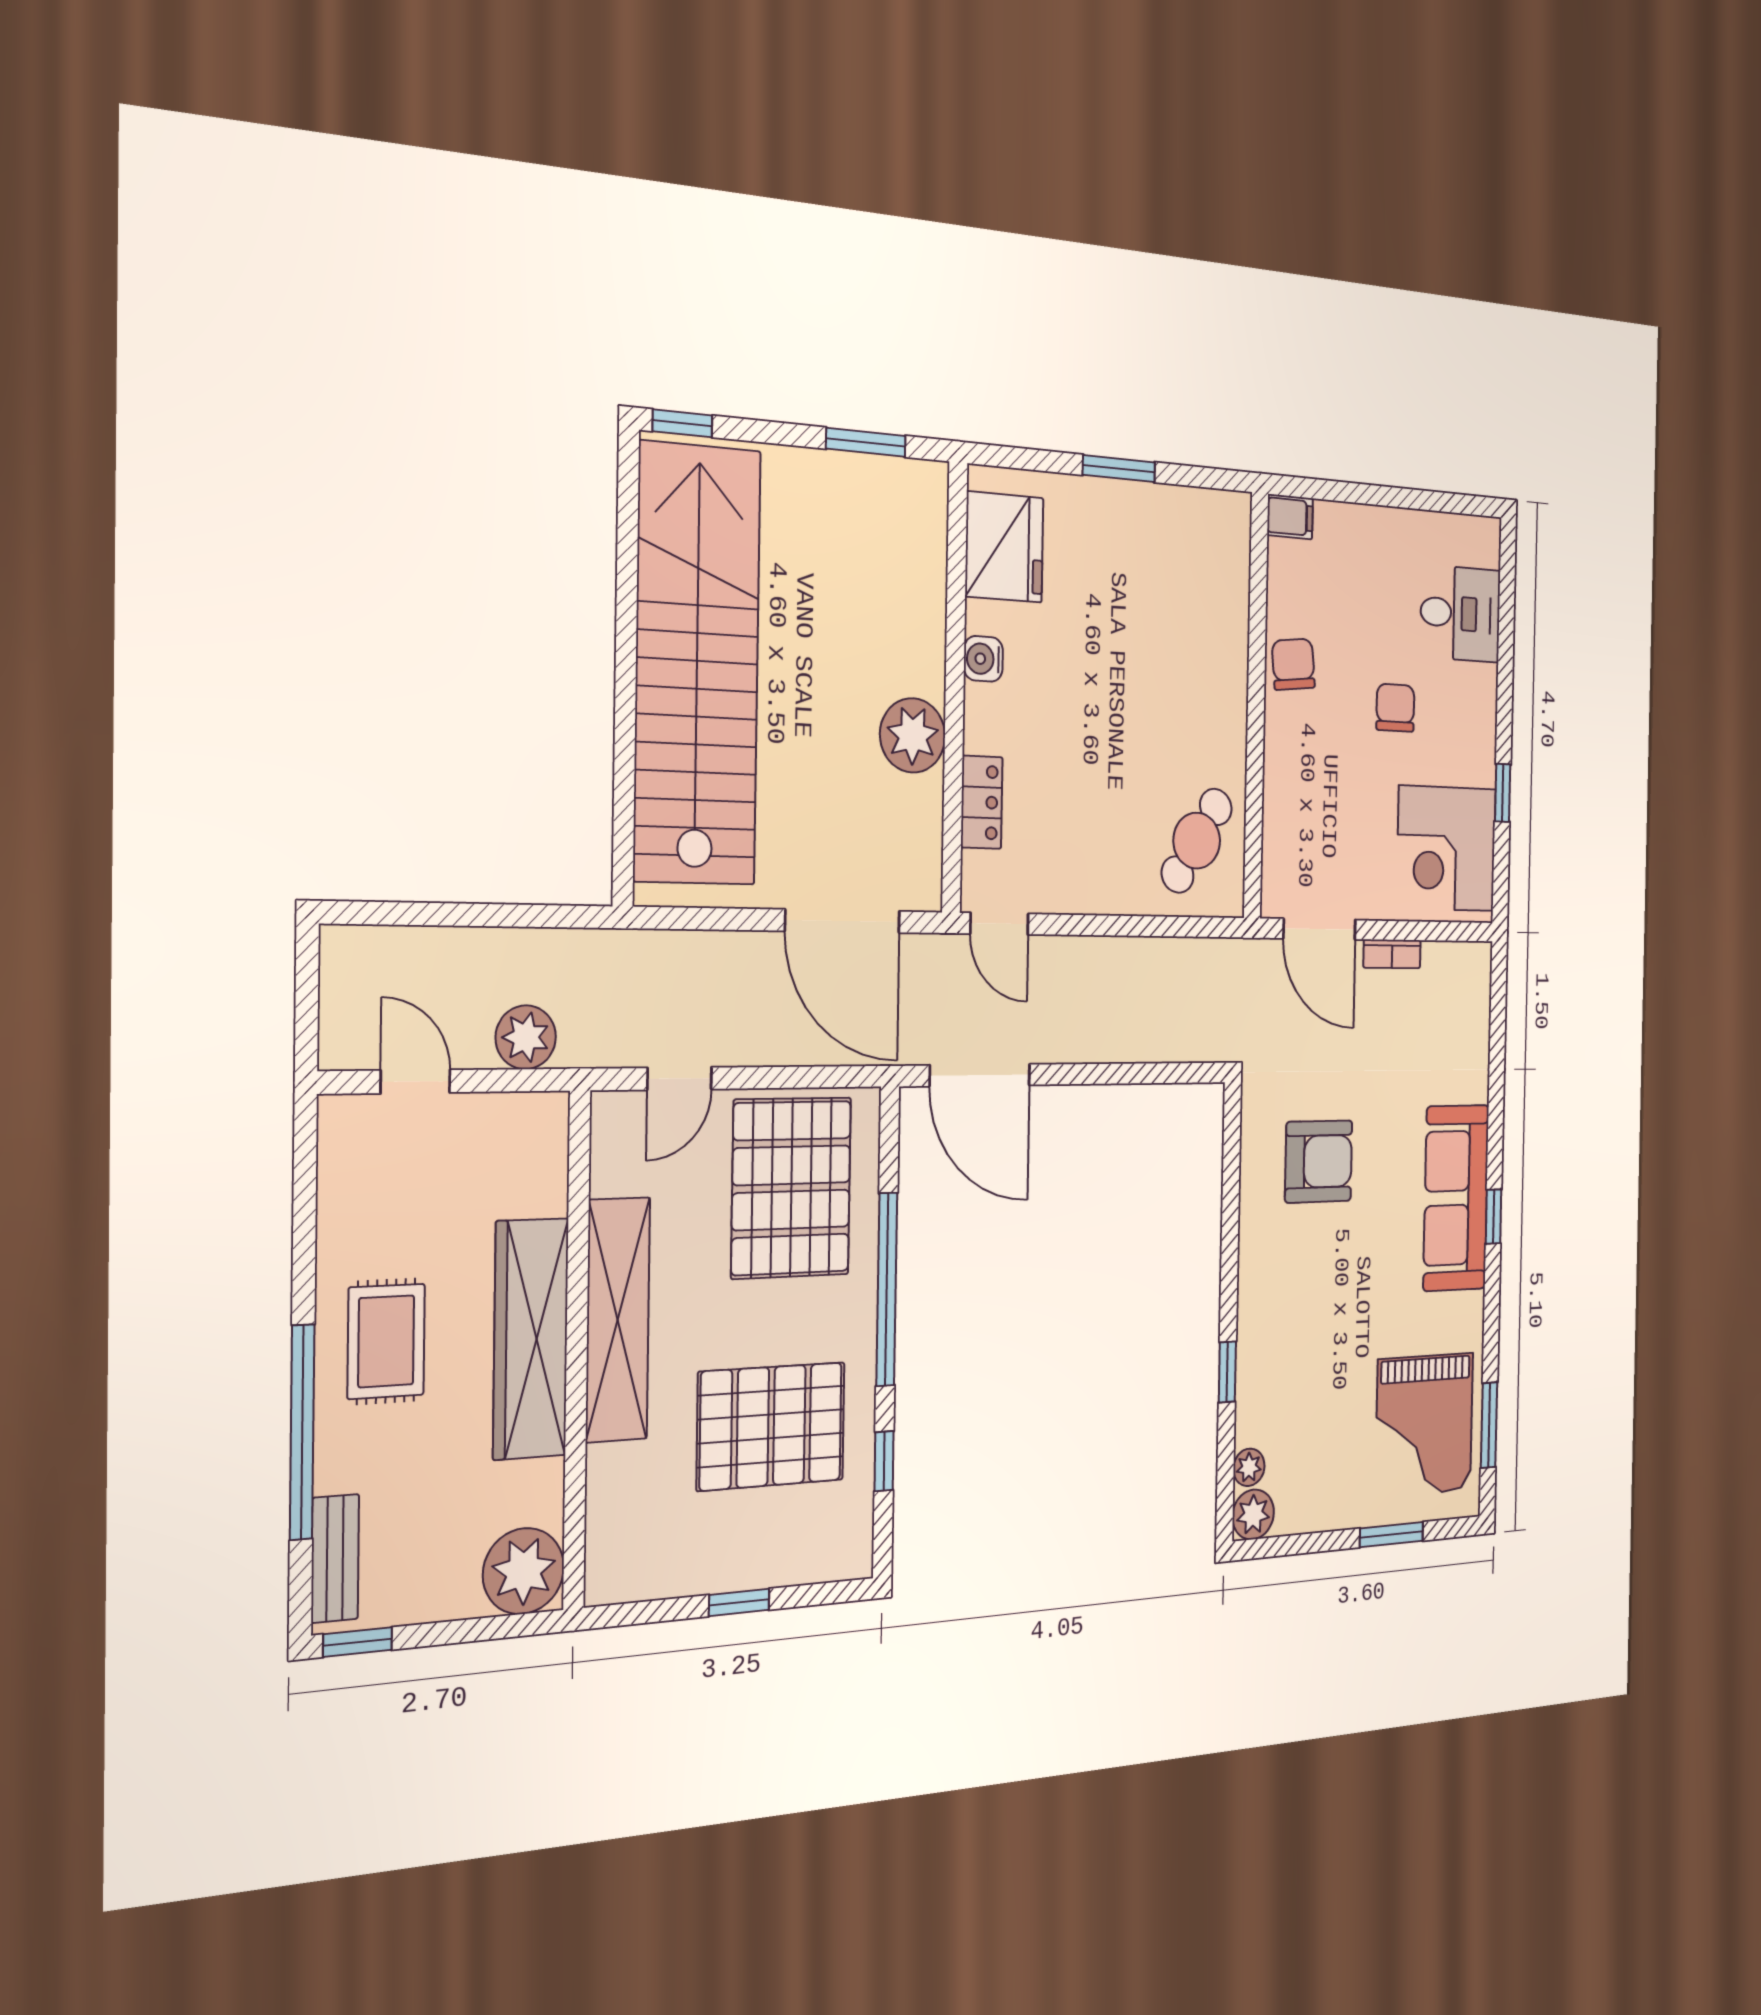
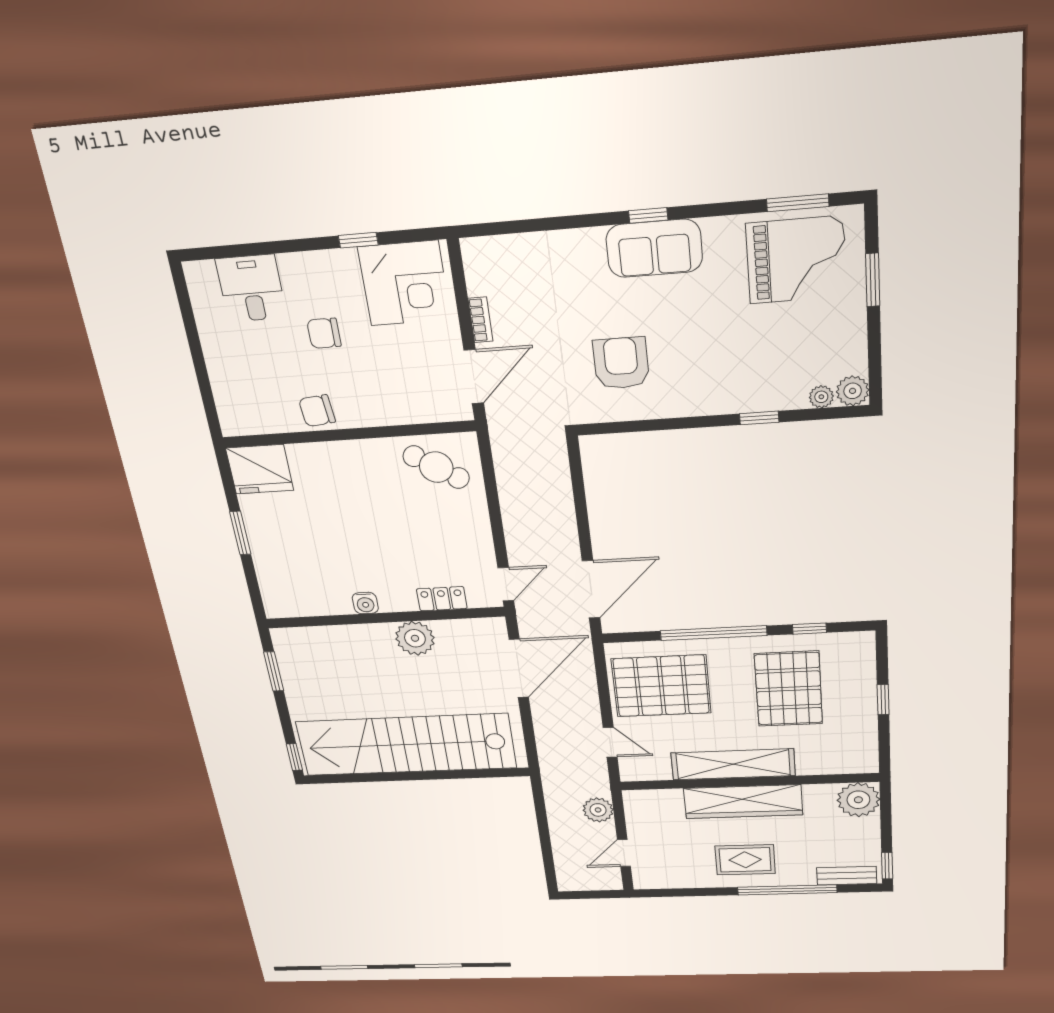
filing cabinet: (1290, 517) -> (231, 421), removed
fridge: (1004, 547) -> (260, 469), moved, turned 180
sofa: (1456, 1198) -> (654, 248), width x0.73

